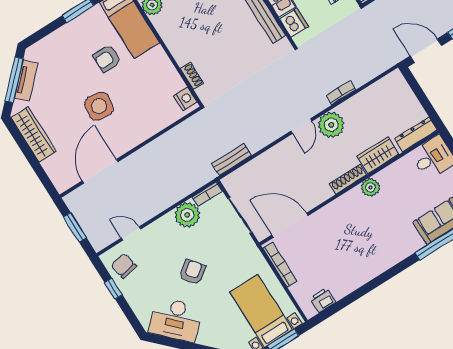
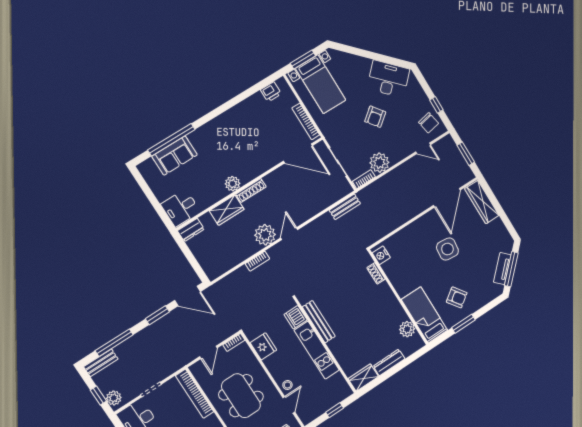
armchair: (107, 58) -> (457, 297), moved, turned 54
wardrobe: (34, 134) -> (482, 202), moved
dresser: (416, 134) -> (191, 230), width x0.70

